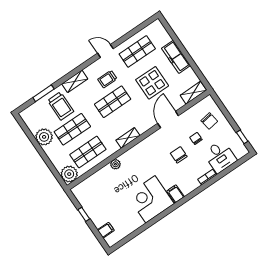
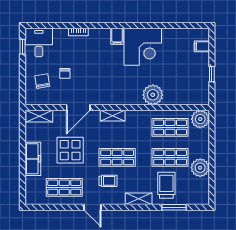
shelving: (128, 138) -> (113, 116), moved
chair: (179, 155) -> (90, 69), removed
desk: (220, 156) -> (39, 43), moved
plant: (115, 164) -> (153, 95), width x1.87, depth x1.87

